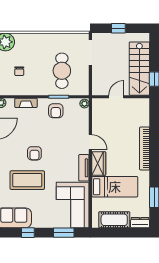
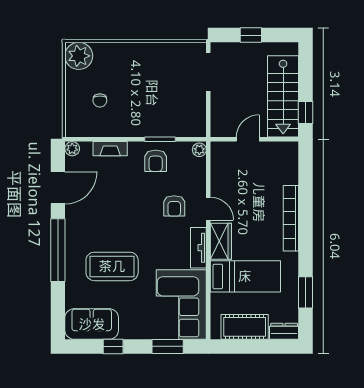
cafe table: (62, 71) -> (165, 100), removed
armchair: (34, 153) -> (174, 206), moved

